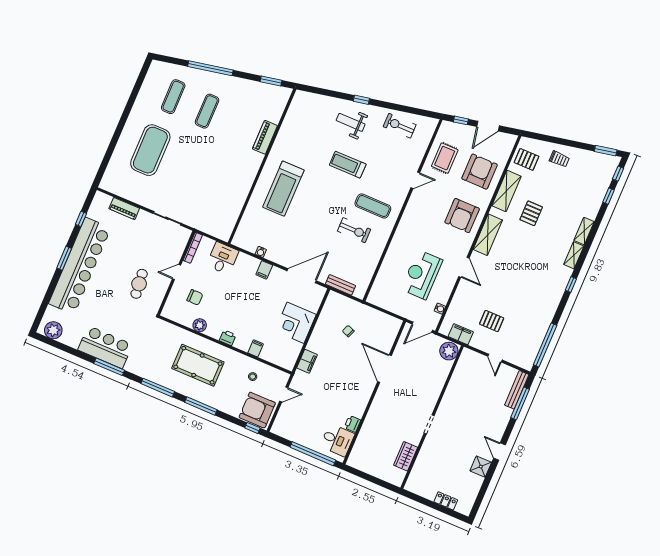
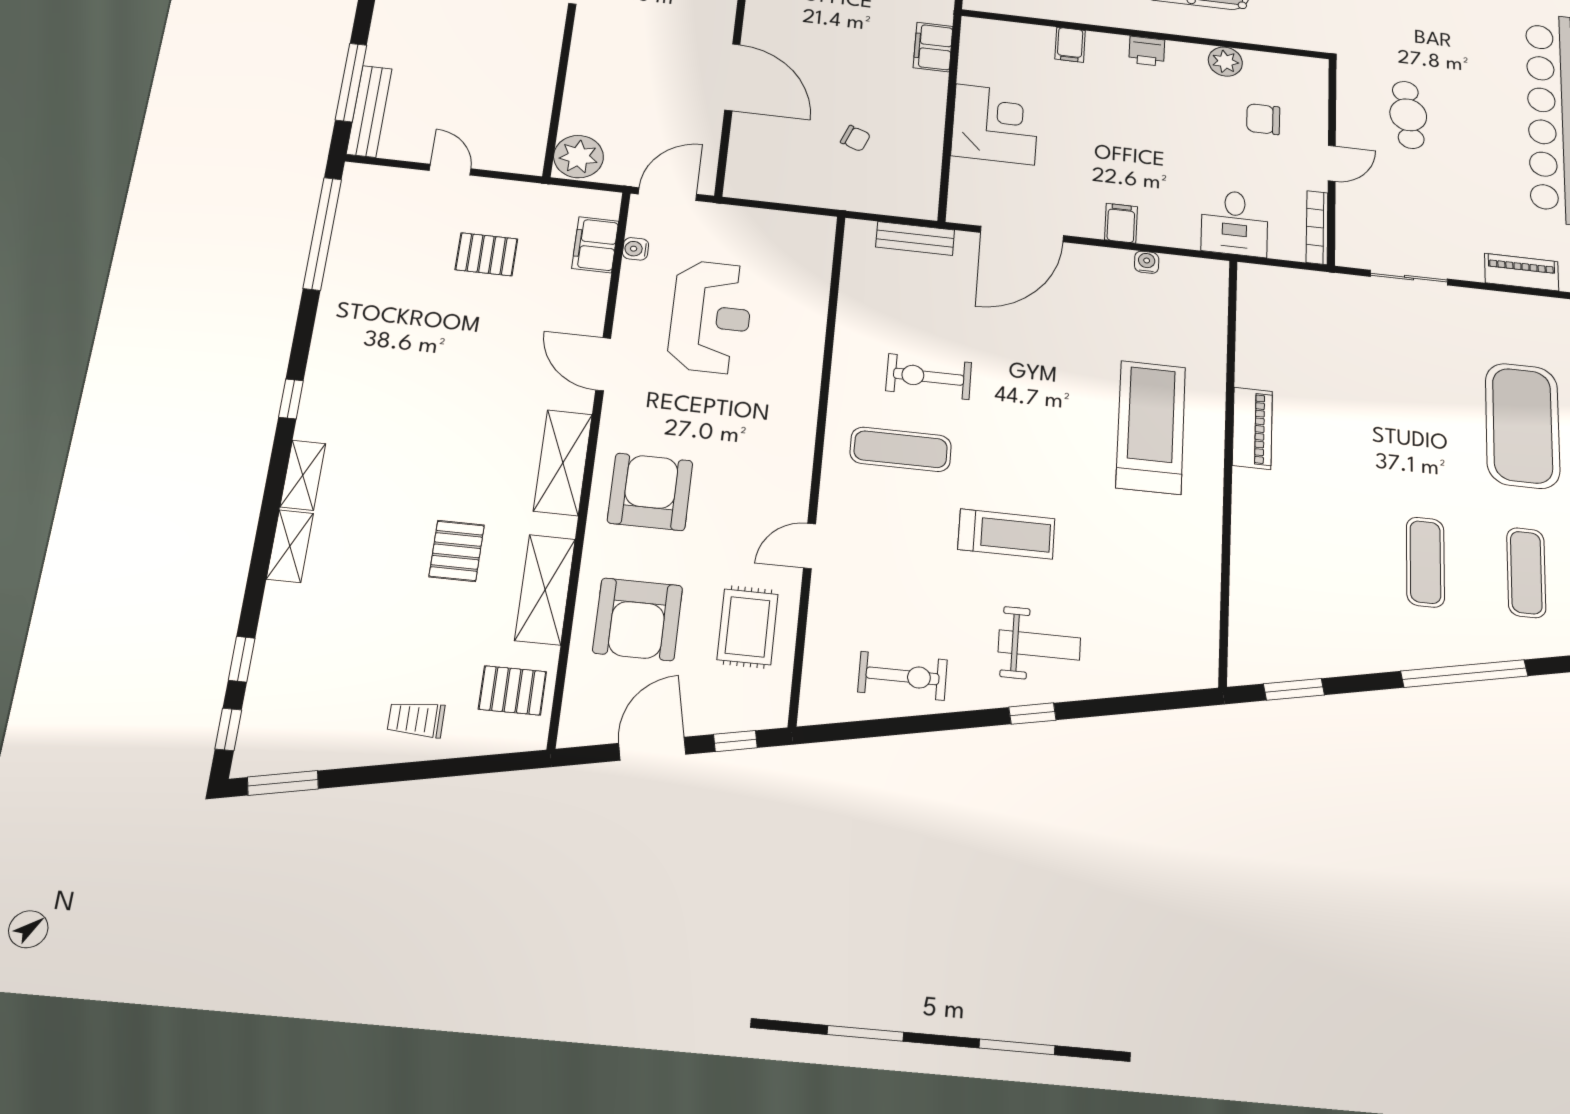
piano: (265, 137) -> (1252, 428), moved
filing cabinet: (461, 334) -> (595, 245), moved, turned 90

